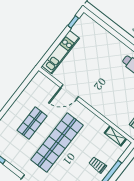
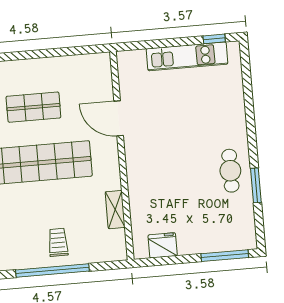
kitchen unit: (61, 52) -> (187, 56), moved
shelving: (115, 136) -> (115, 210), moved

